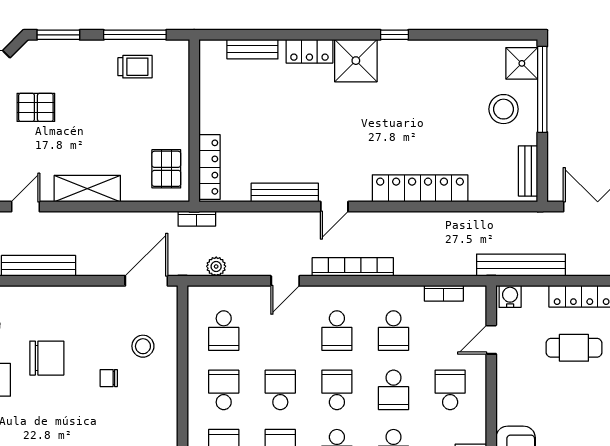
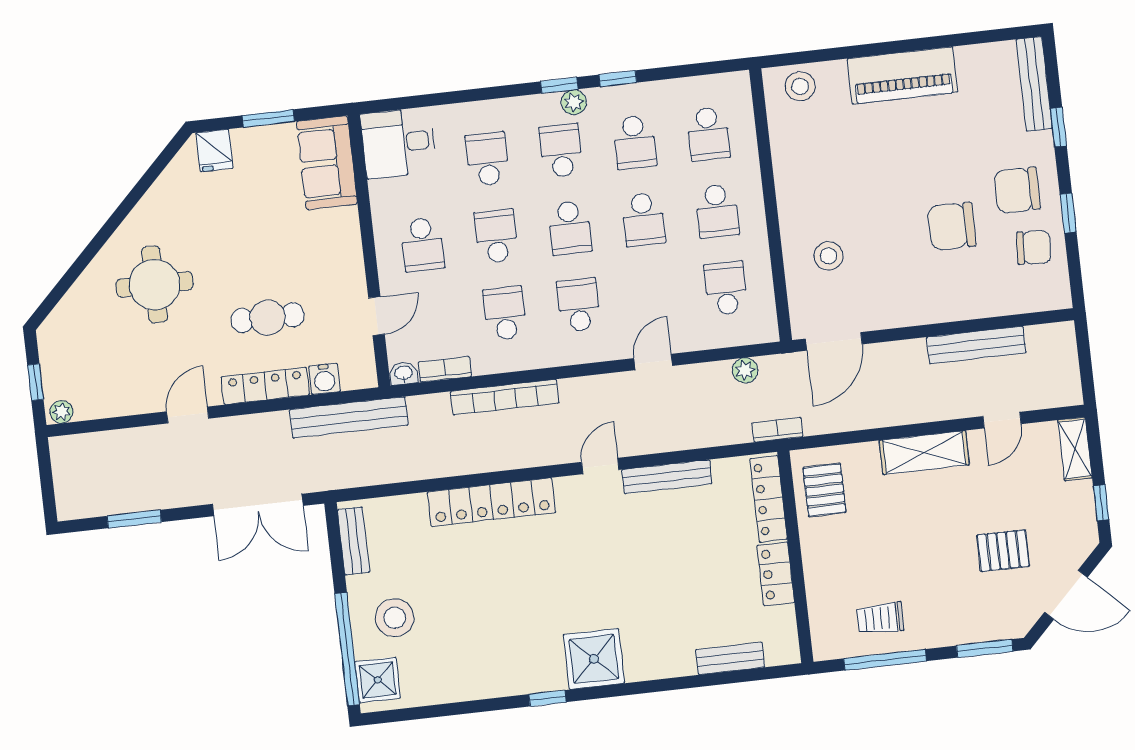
locker: (309, 51) -> (776, 574), moved, turned -90
bookcase: (353, 267) -> (505, 397), moved
washbasin: (476, 294) -> (404, 373), added
water cooler: (510, 296) -> (325, 379), moved
chair: (109, 378) -> (868, 209), removed

